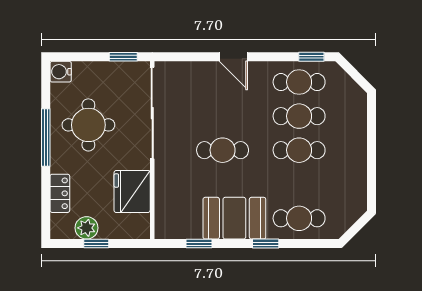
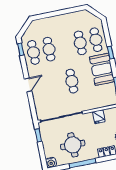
cafe table: (299, 150) -> (80, 43), moved
fridge: (132, 191) -> (99, 117), width x0.53, depth x0.75

